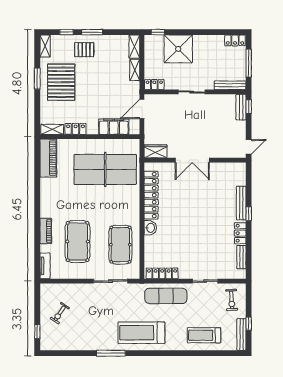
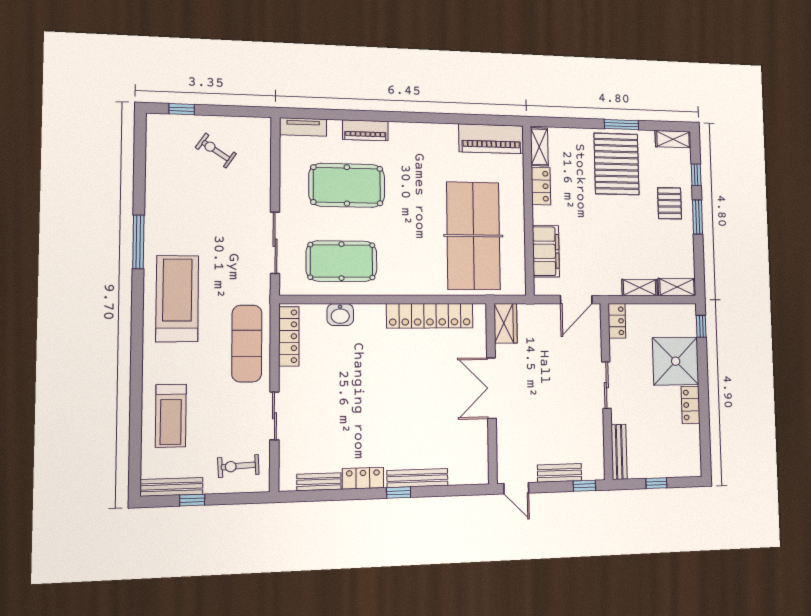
locker: (235, 40) -> (691, 405), moved
window: (249, 63) -> (656, 483), width x0.46
pallet: (61, 82) -> (617, 164), turned 90
bench: (241, 107) -> (559, 473), moved
door: (142, 109) -> (576, 300), swing flipped
washbasin: (150, 228) -> (340, 315), moved
treadmill: (204, 335) -> (171, 416), turned 180

